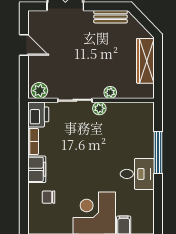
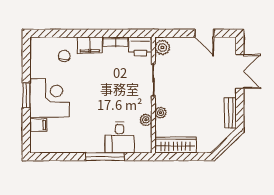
door: (24, 45) -> (204, 33), hinge flipped
wardrobe: (145, 61) -> (176, 145), moved
plant: (99, 108) -> (146, 120), moved
desk: (137, 174) -> (120, 138), moved

